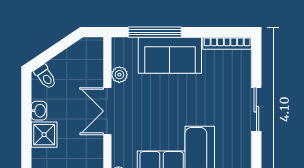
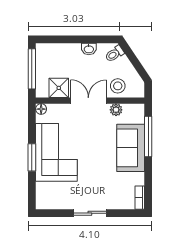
bookcase: (227, 43) -> (140, 198), width x0.64
stool: (88, 72) -> (118, 86), added
shower: (44, 135) -> (59, 88), moved

